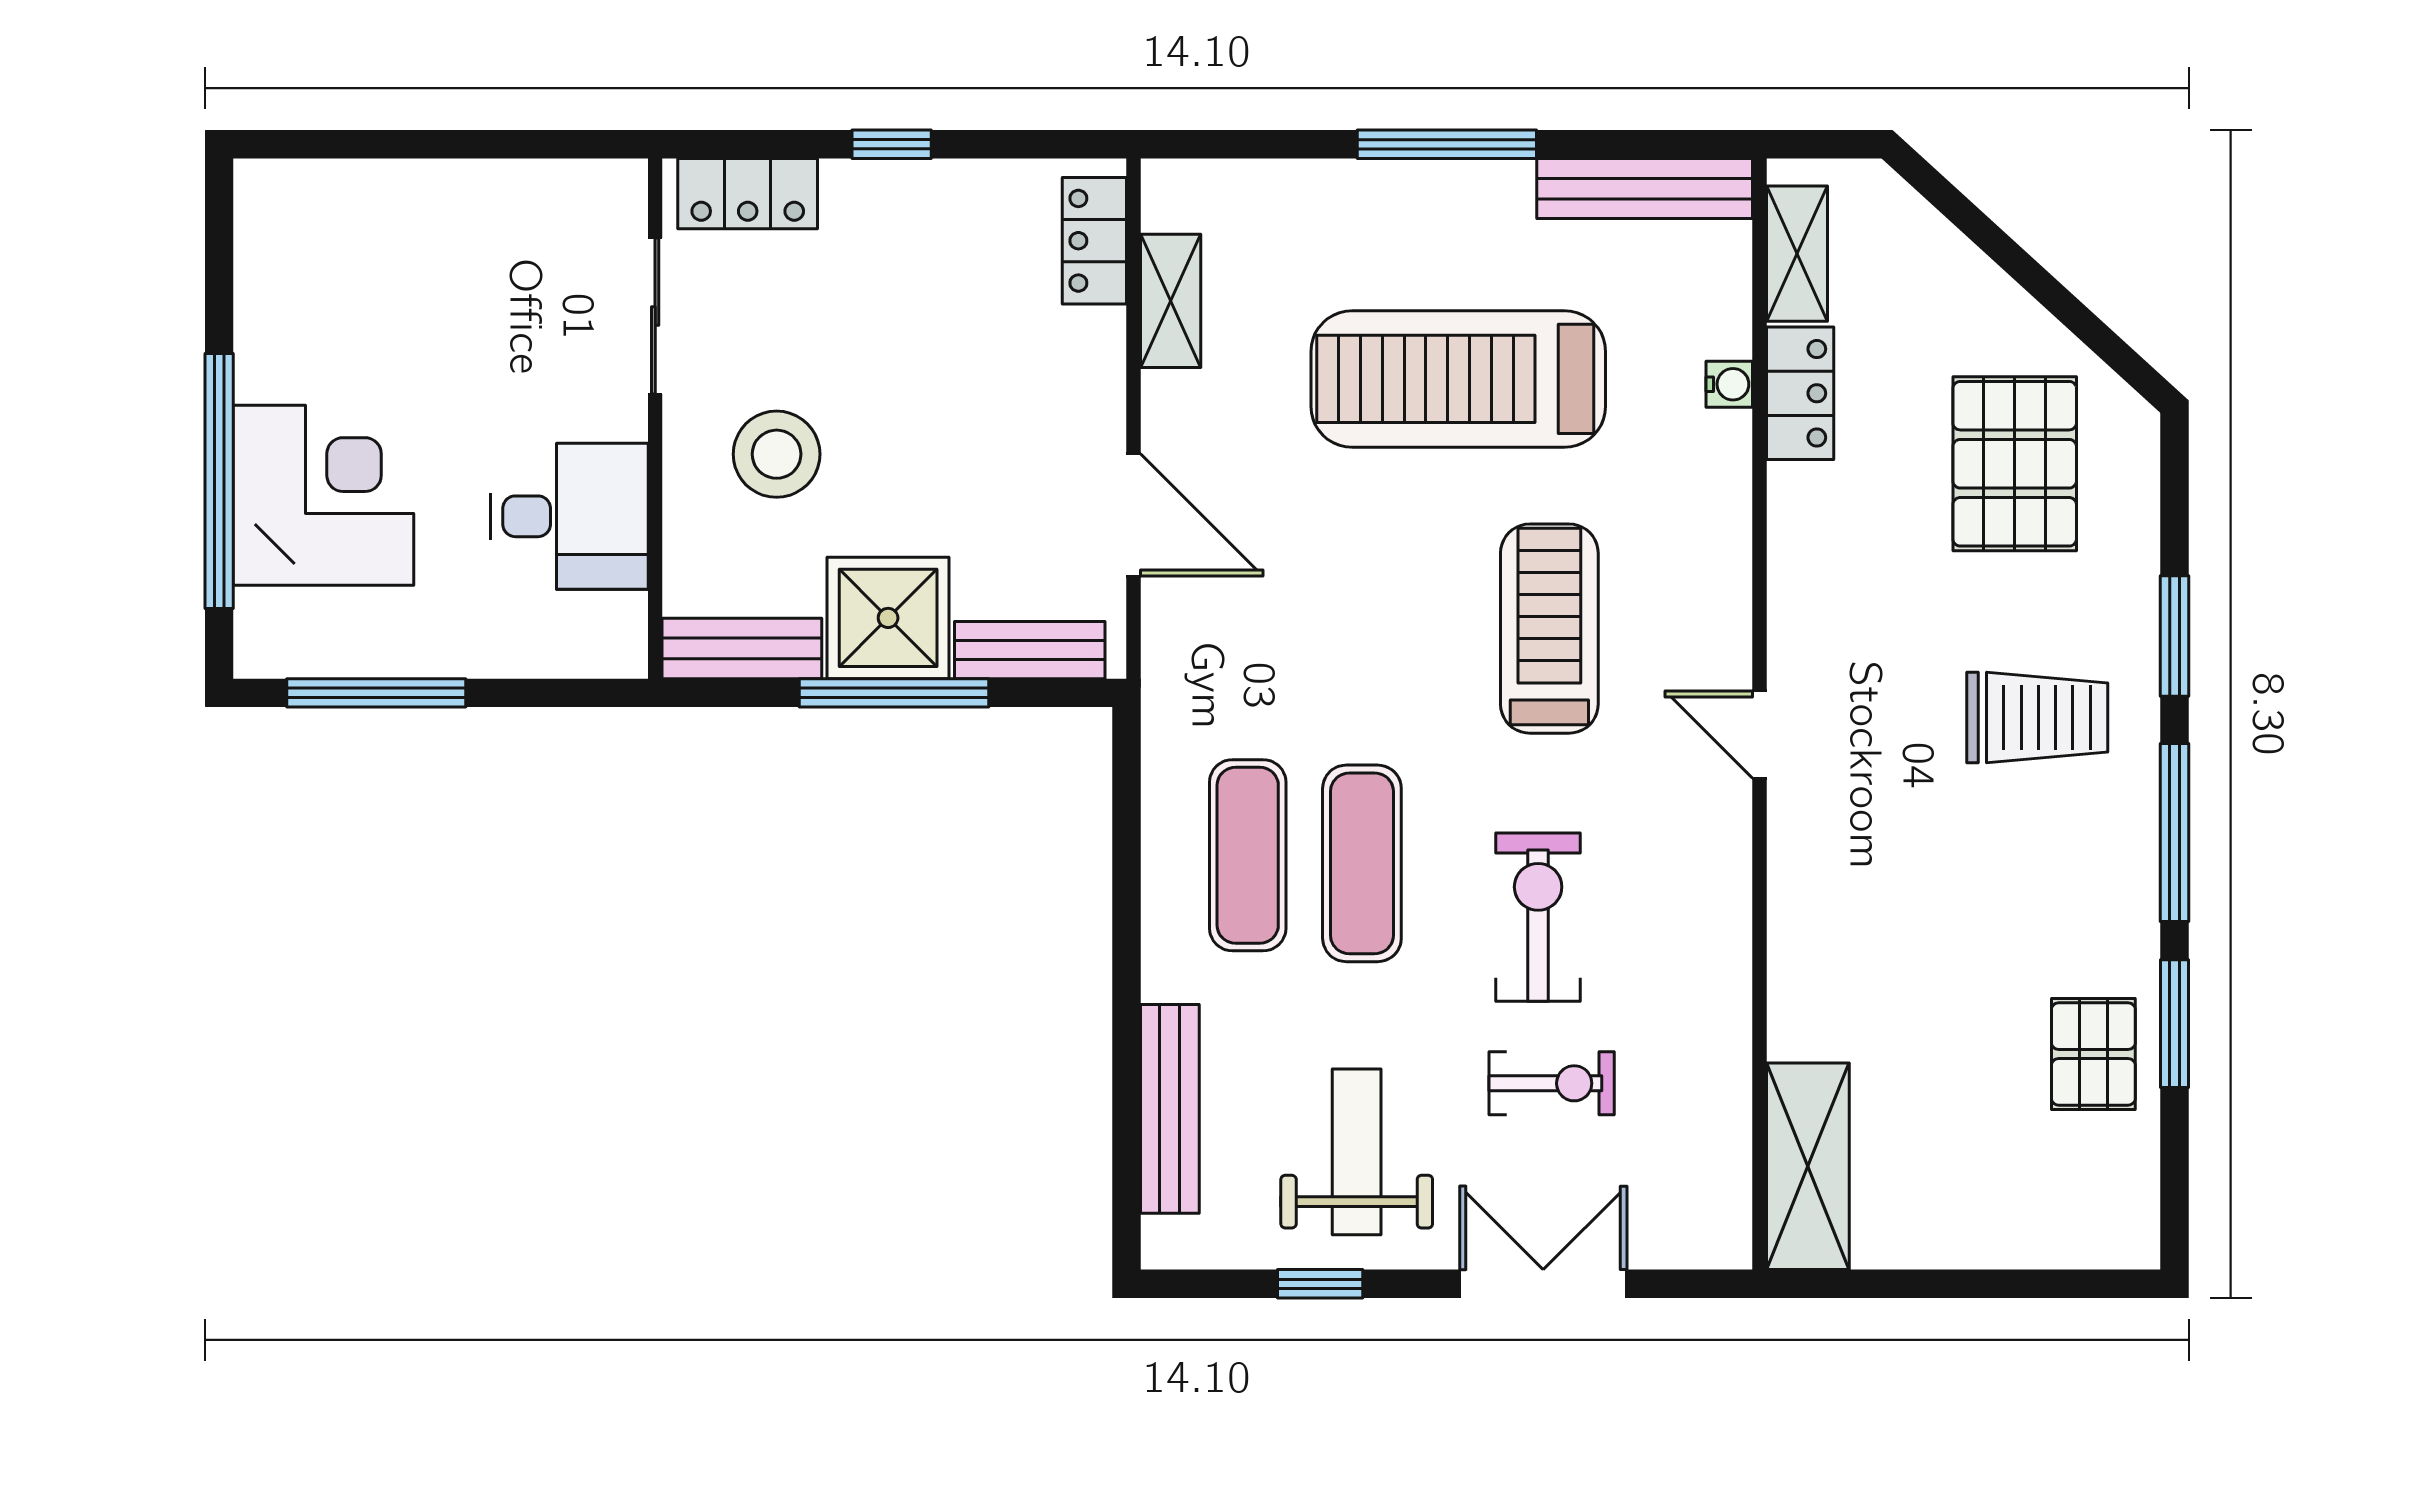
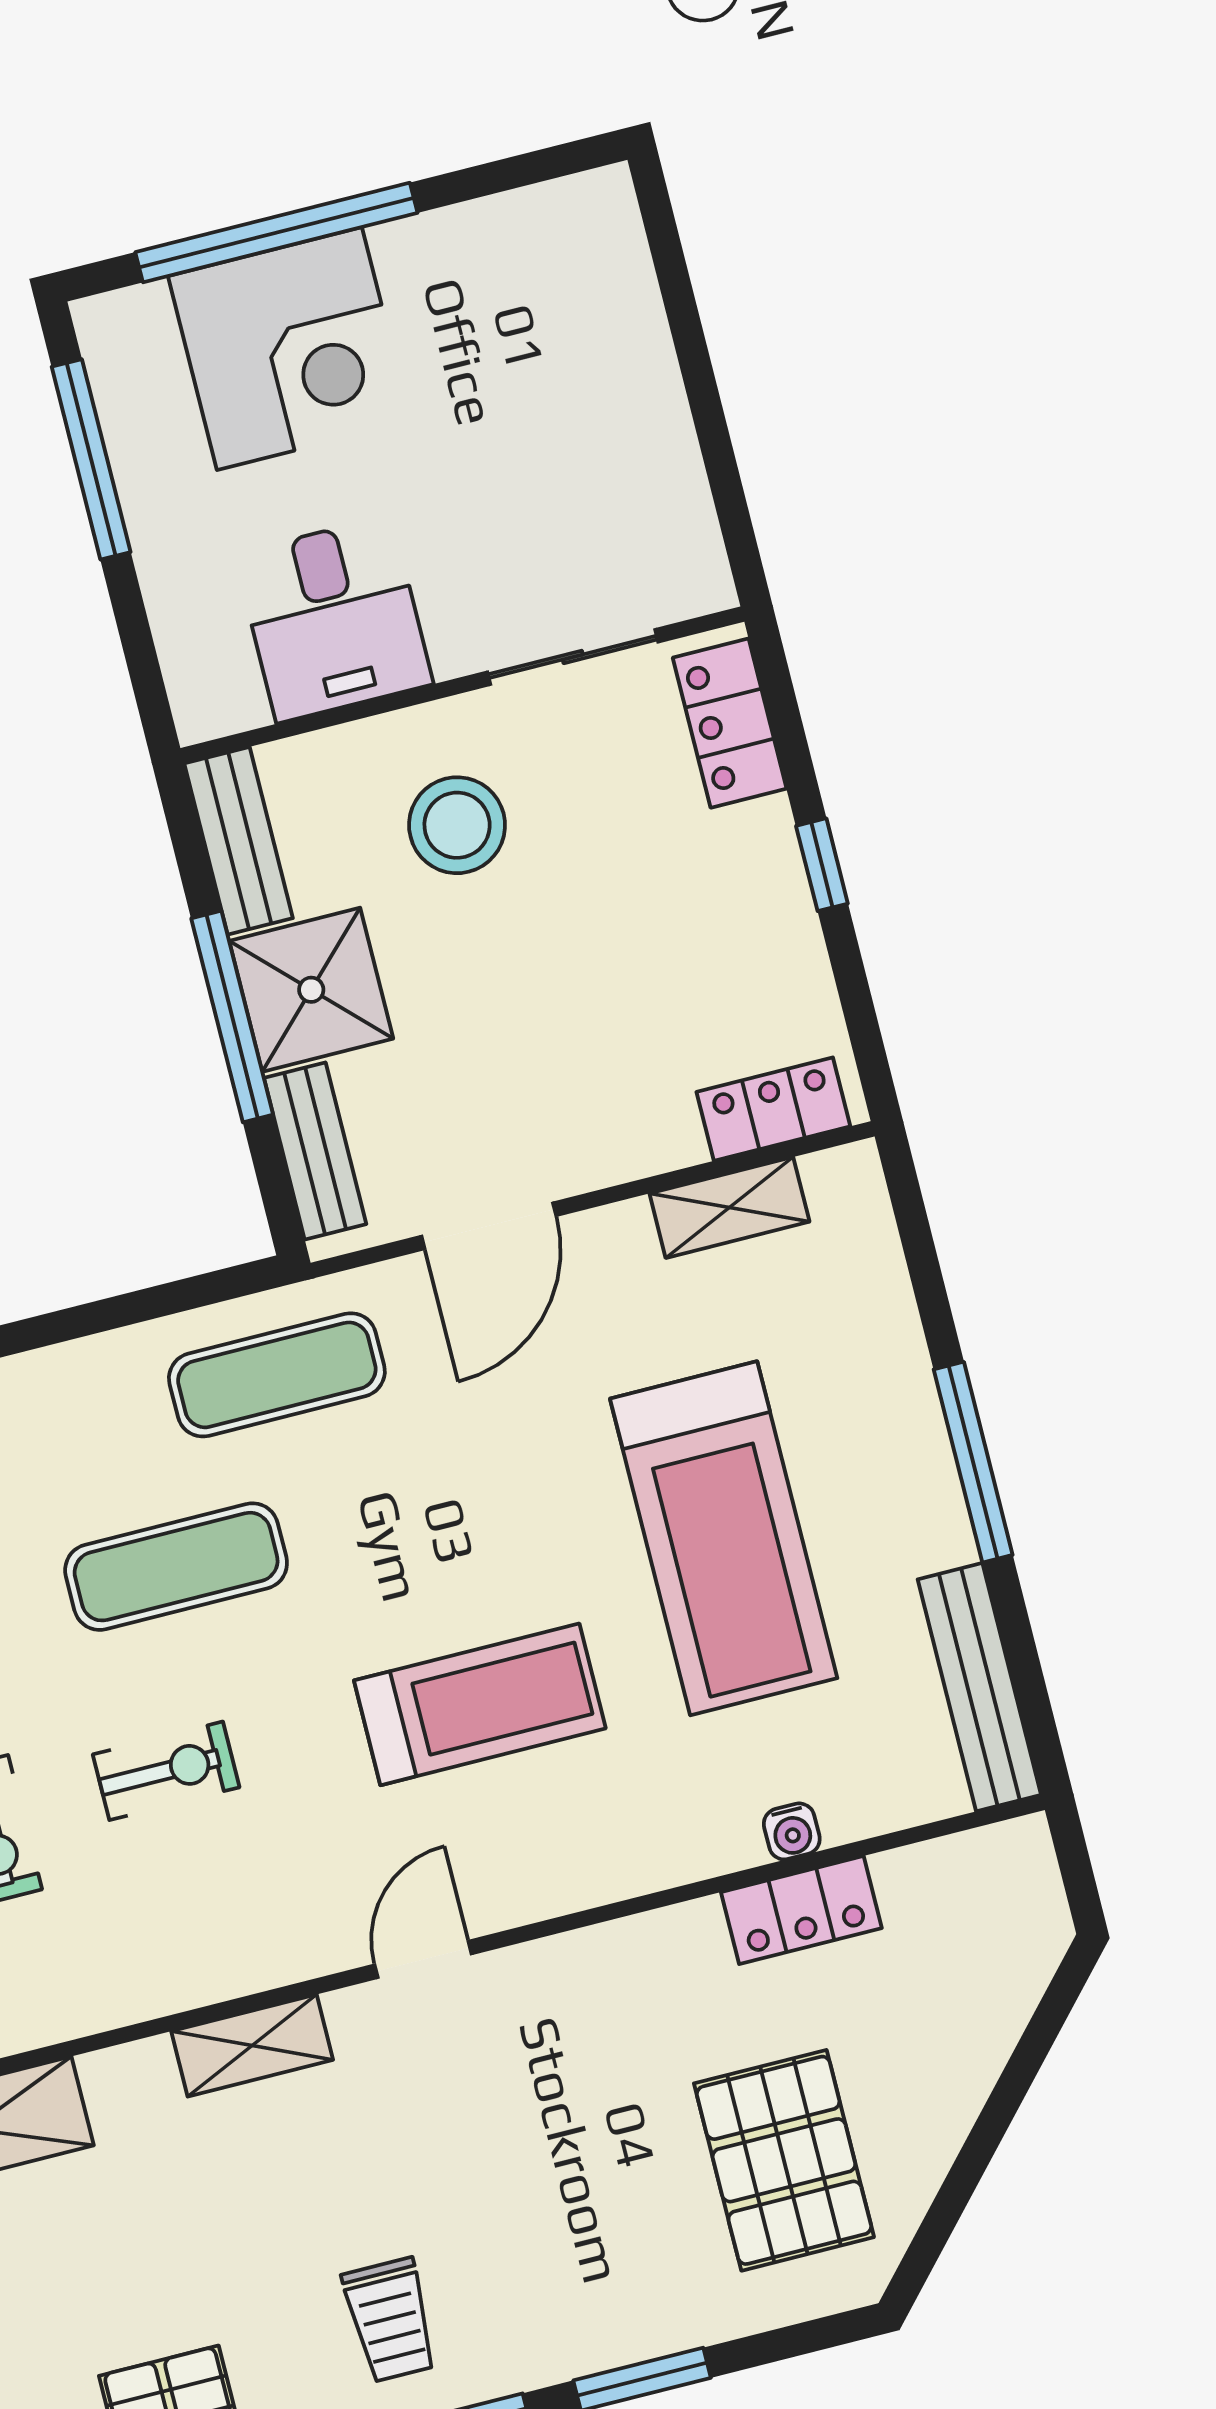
shelving: (1797, 254) -> (252, 2046), moved
treadmill: (1458, 379) -> (724, 1538), turned 180
pallet: (2015, 464) -> (784, 2160), turned 90
trolley: (2037, 718) -> (390, 2320), moved, width x0.73, depth x0.72
exercise mat: (1248, 855) -> (277, 1375), moved
exercise bike: (1538, 917) -> (166, 1771), width x0.73, depth x0.72

